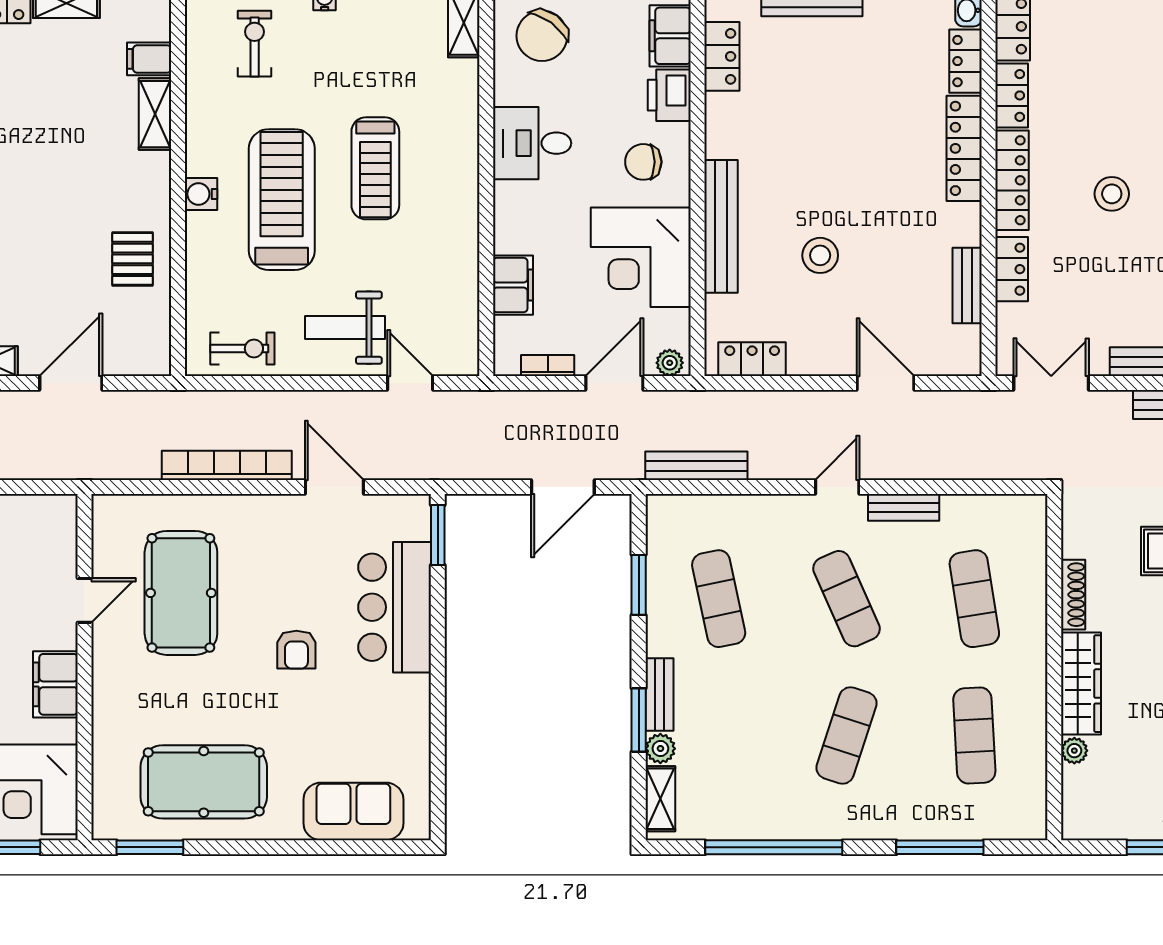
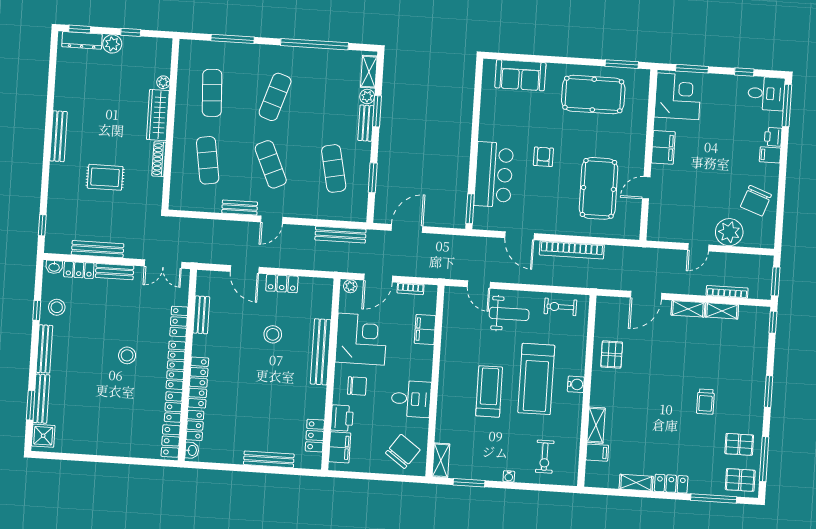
locker: (752, 359) -> (282, 284), moved

